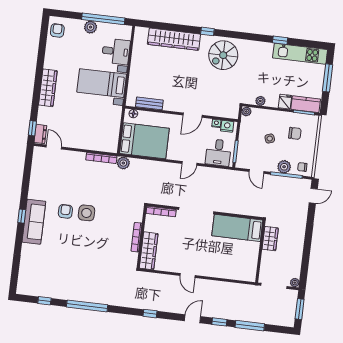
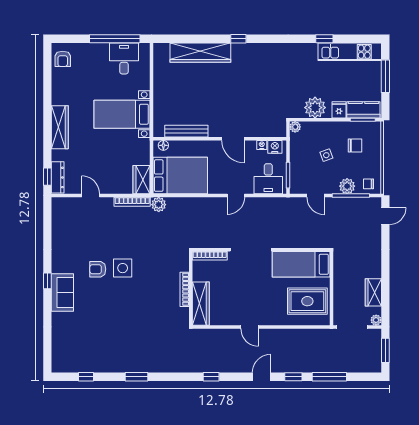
plant: (91, 27) -> (101, 50), removed
armchair: (57, 30) -> (63, 59), turned 180
desk: (116, 51) -> (124, 58), moved, turned -90
spiral stairs: (223, 55) -> (260, 64), removed
plant: (260, 101) -> (315, 108), width x1.87, depth x1.87
bench: (149, 103) -> (186, 131), width x1.36
door: (193, 115) -> (233, 139), hinge flipped
dresser: (40, 134) -> (58, 177), width x1.44
wardrobe: (111, 140) -> (141, 180), added
door: (54, 147) -> (91, 196), moved
armchair: (65, 211) -> (98, 269), turned -90
sofa: (34, 222) -> (62, 293), width x0.73
wardrobe: (270, 239) -> (373, 292), moved, turned 180
rug: (239, 260) -> (307, 301), added
window: (87, 306) -> (136, 377), width x0.47

